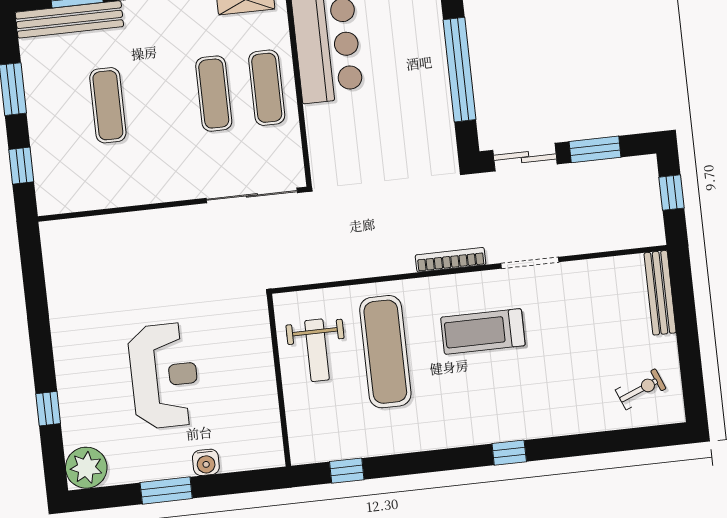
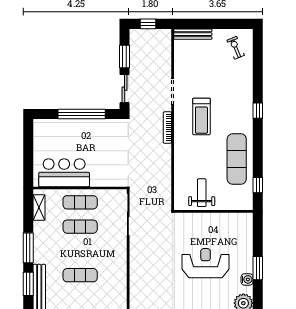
weight bench: (317, 350) -> (202, 193), turned -90
exercise mat: (385, 352) -> (237, 159), moved, turned 90
water cooler: (206, 462) -> (247, 279), moved

